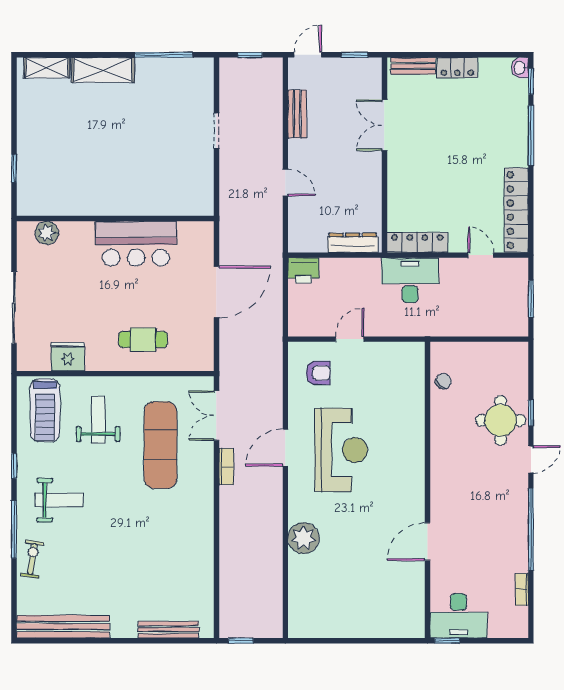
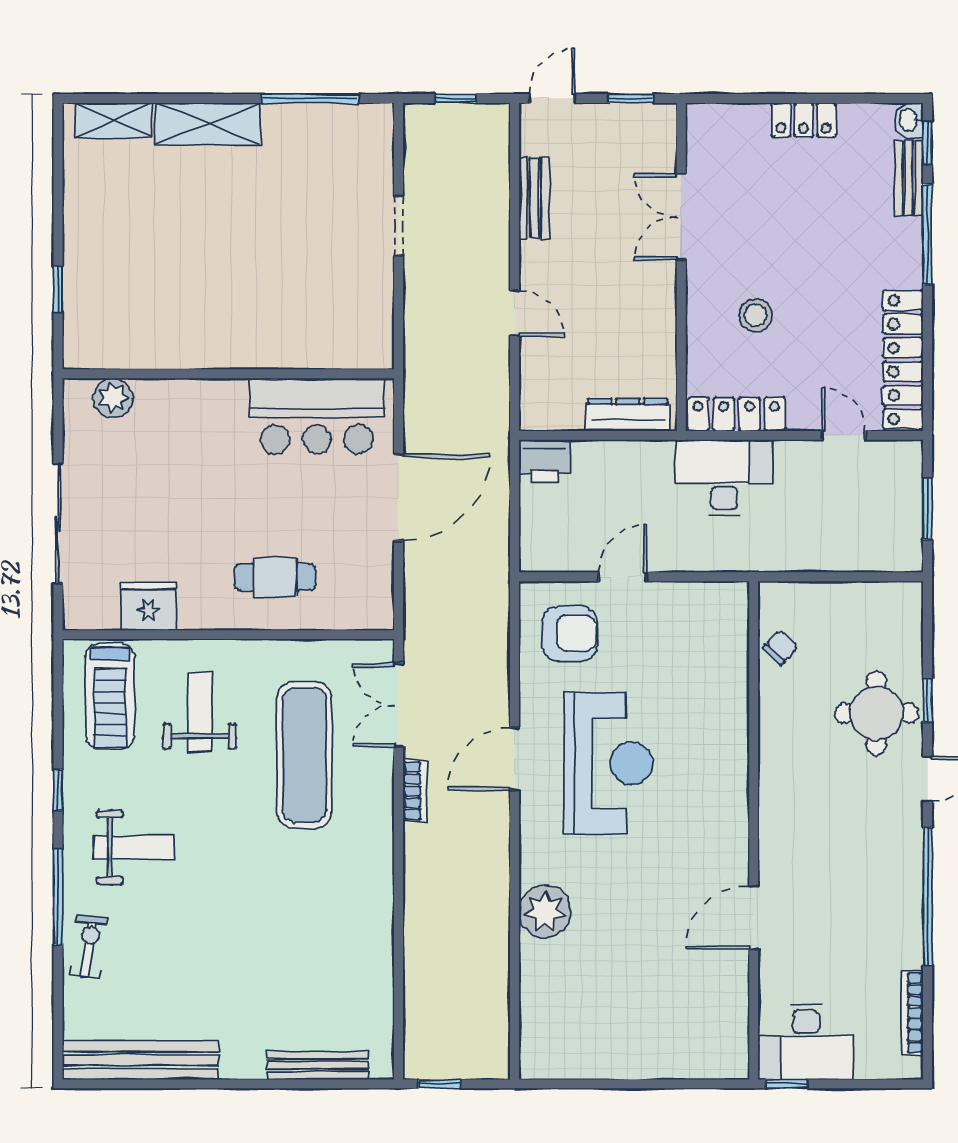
bench: (413, 66) -> (909, 178), moved, turned 90
stool: (429, 184) -> (756, 315), added
bar counter: (136, 244) -> (317, 416), moved
armchair: (318, 373) -> (570, 634), width x1.38, depth x1.38
bookcase: (522, 589) -> (912, 1013), width x1.56

